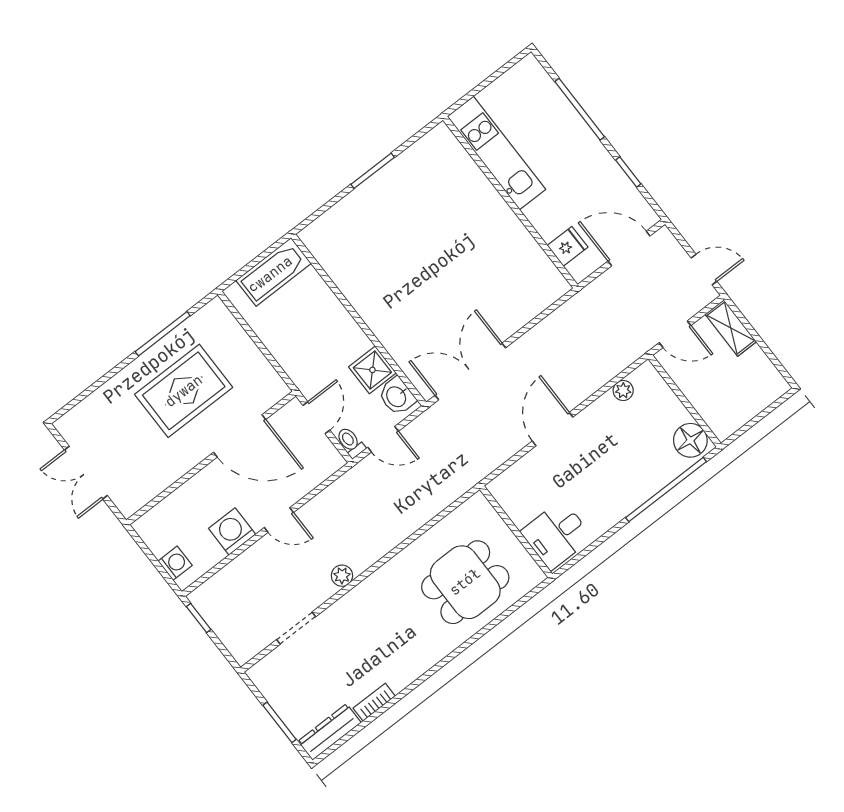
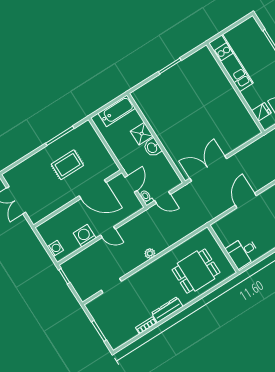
shower: (372, 370) -> (142, 134), moved
rug: (184, 391) -> (67, 165), width x0.73, depth x0.70
washbasin: (397, 396) -> (152, 148), moved
plant: (342, 576) -> (150, 253), moved
dresser: (329, 732) -> (167, 310), moved

